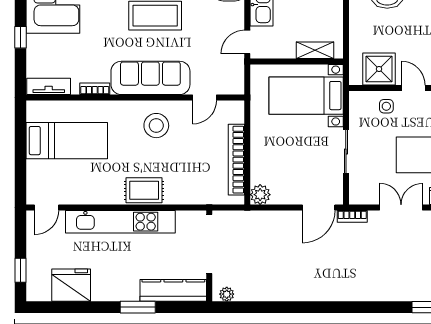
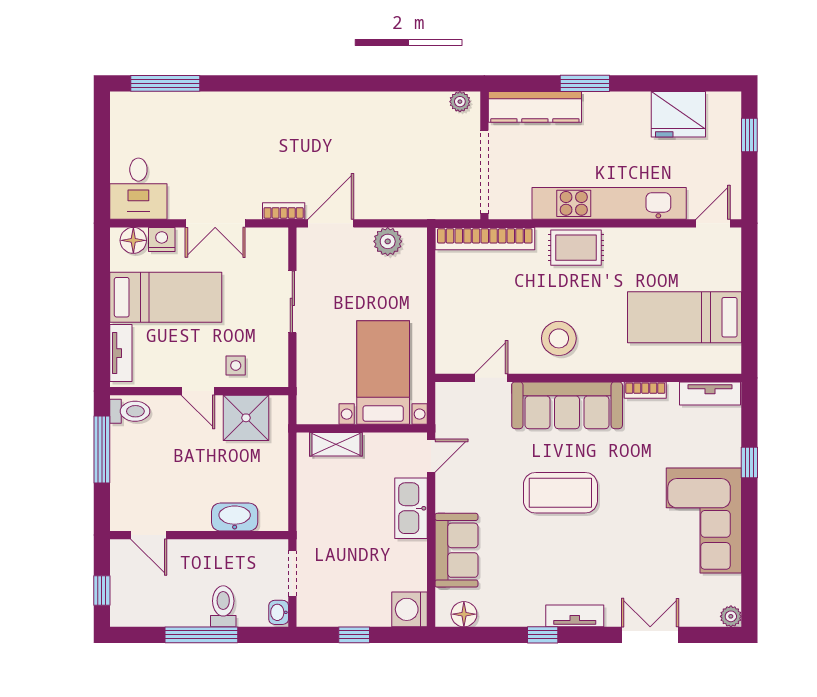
bed with nightstands: (306, 96) -> (383, 372), moved, turned -90
bookcase: (236, 160) -> (485, 239), moved, turned 90
plant: (260, 195) -> (388, 241), moved

